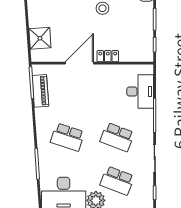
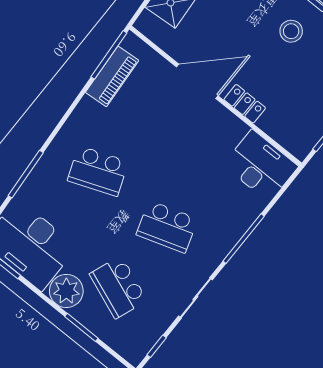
desk: (140, 92) -> (261, 166), moved, turned -90
school desk: (67, 137) -> (98, 171), turned -39
school desk: (117, 137) -> (167, 227), turned -39

